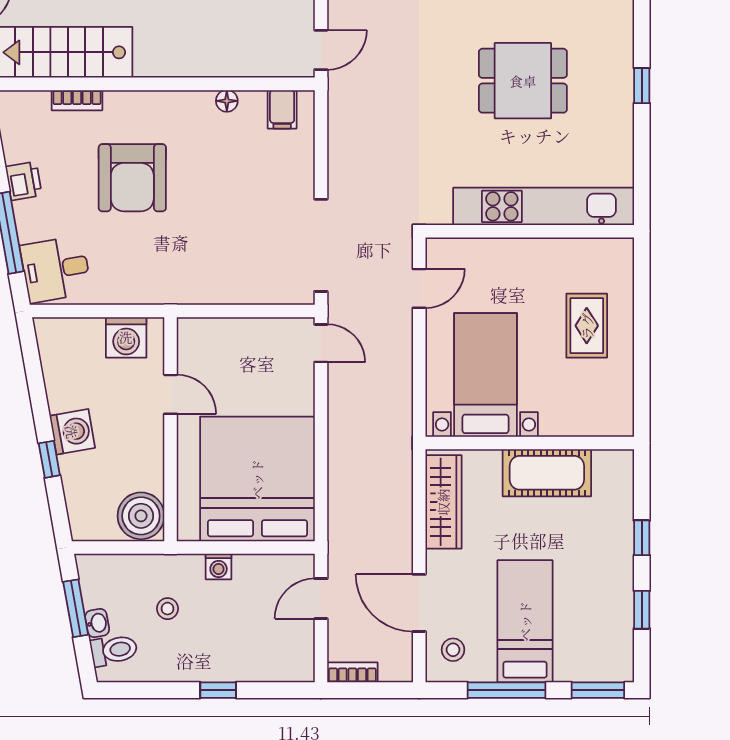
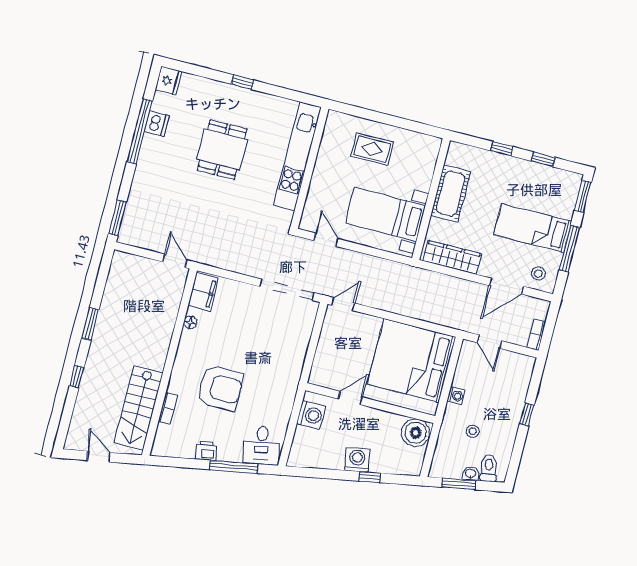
filing cabinet: (282, 109) -> (203, 292), width x2.00

